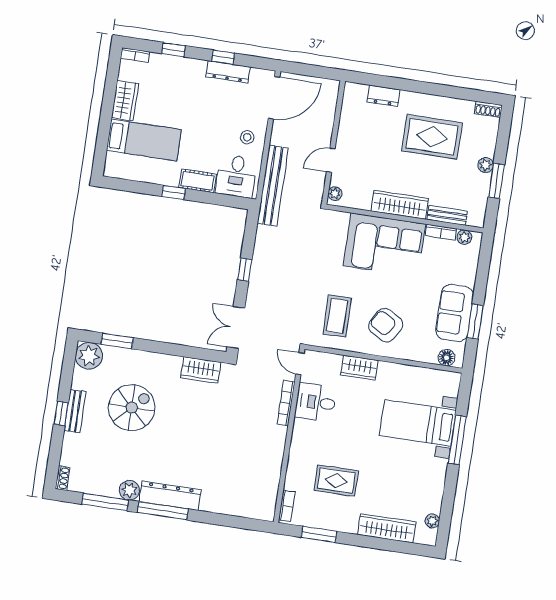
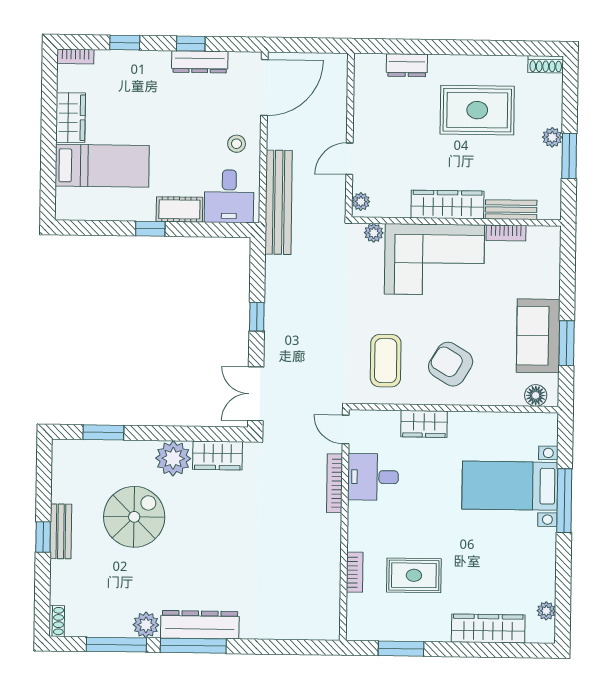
plant: (464, 237) -> (374, 233), moved
plant: (89, 356) -> (173, 458), moved
bookcase: (287, 506) -> (355, 572), moved

